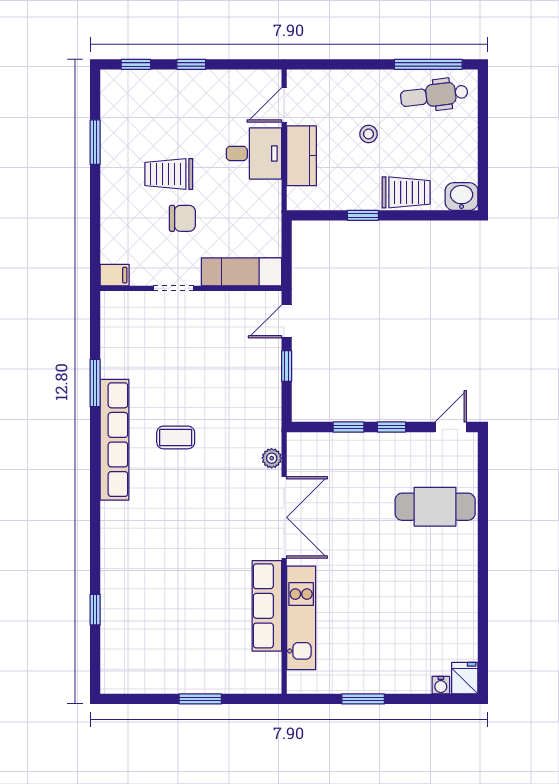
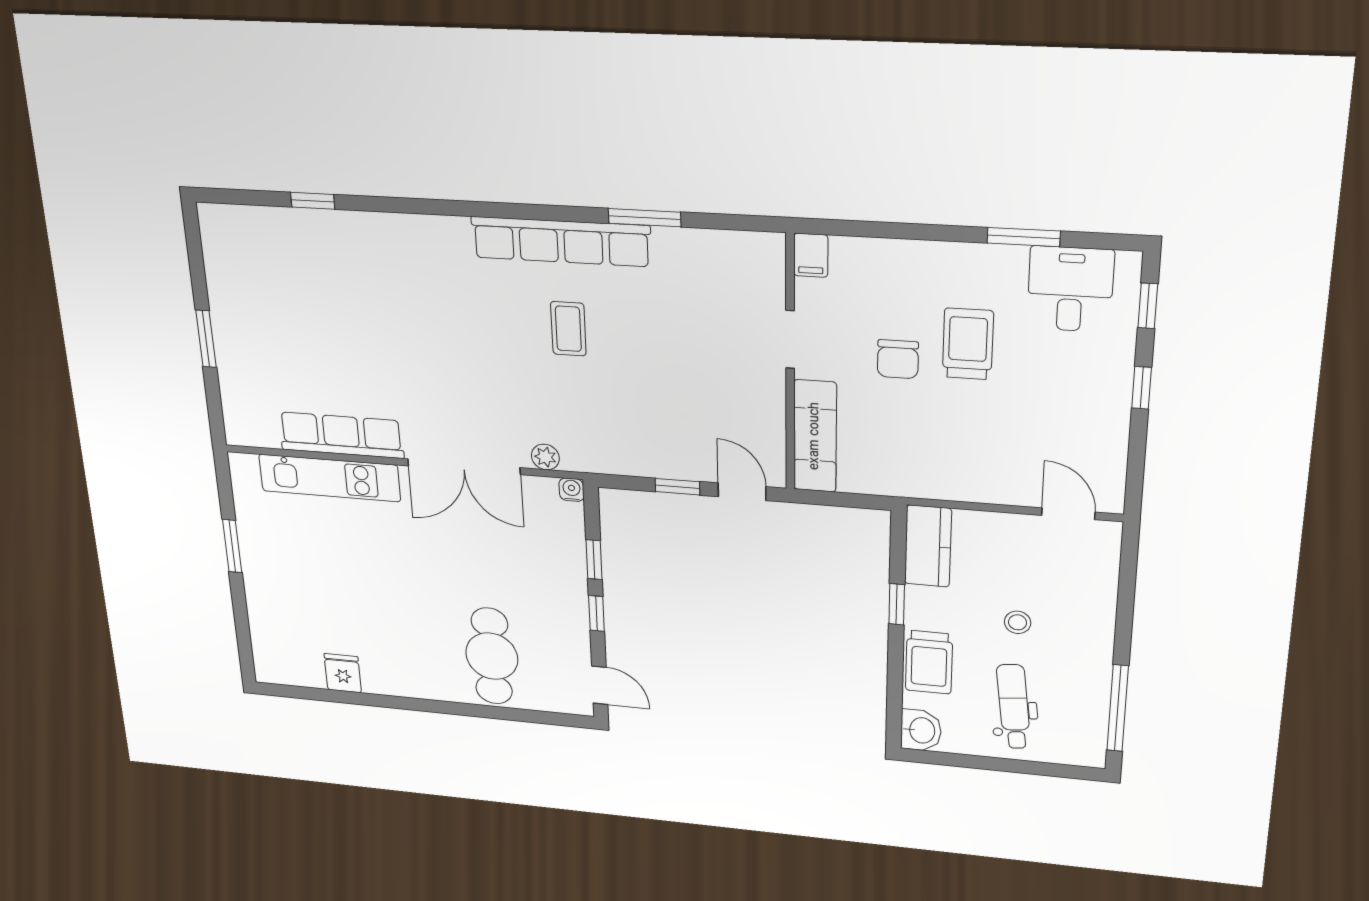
dental chair: (434, 95) -> (1014, 707), moved
desk: (254, 153) -> (1070, 289), moved, turned 180
kitchen counter: (301, 156) -> (928, 546), moved, turned -90
fridge: (465, 678) -> (343, 673), moved, turned -90
water cooler: (441, 685) -> (572, 490), moved, turned 90

